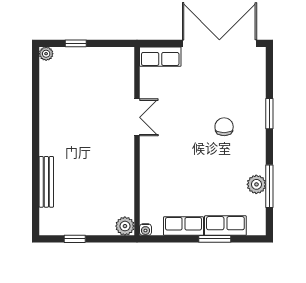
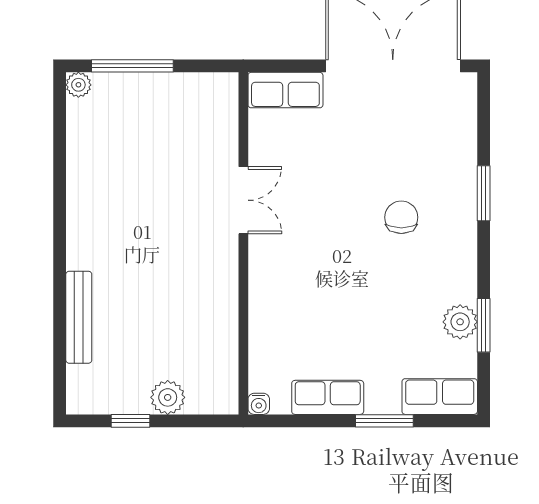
window: (76, 43) -> (132, 66), width x2.17
window: (269, 186) -> (484, 325), width x0.69
plant: (125, 226) -> (168, 397), moved
row of seats: (225, 226) -> (440, 397), moved

